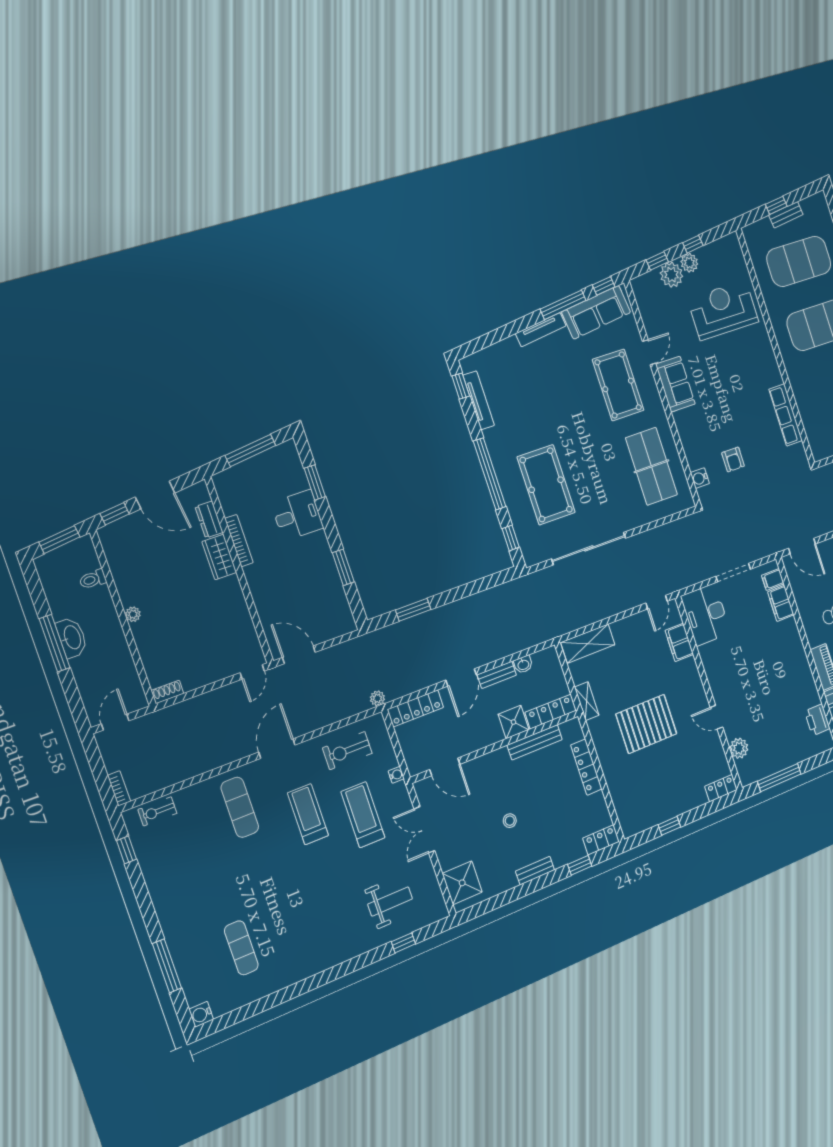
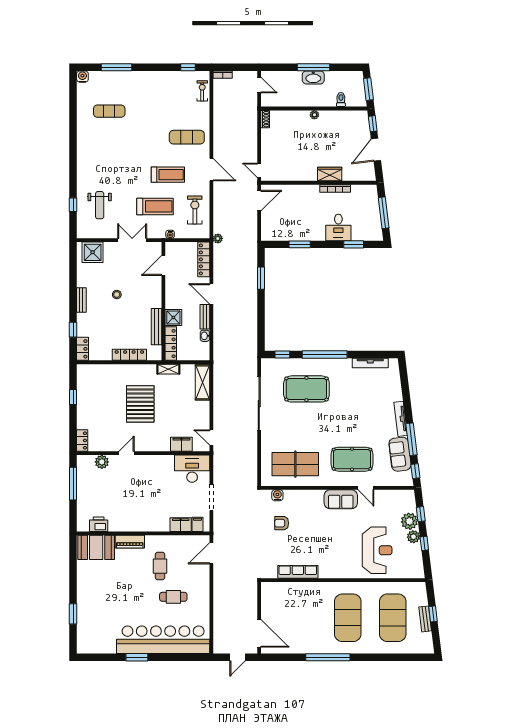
sofa: (596, 312) -> (400, 454), width x0.73
window: (461, 386) -> (382, 354), removed
dresser: (209, 520) -> (352, 175), removed

